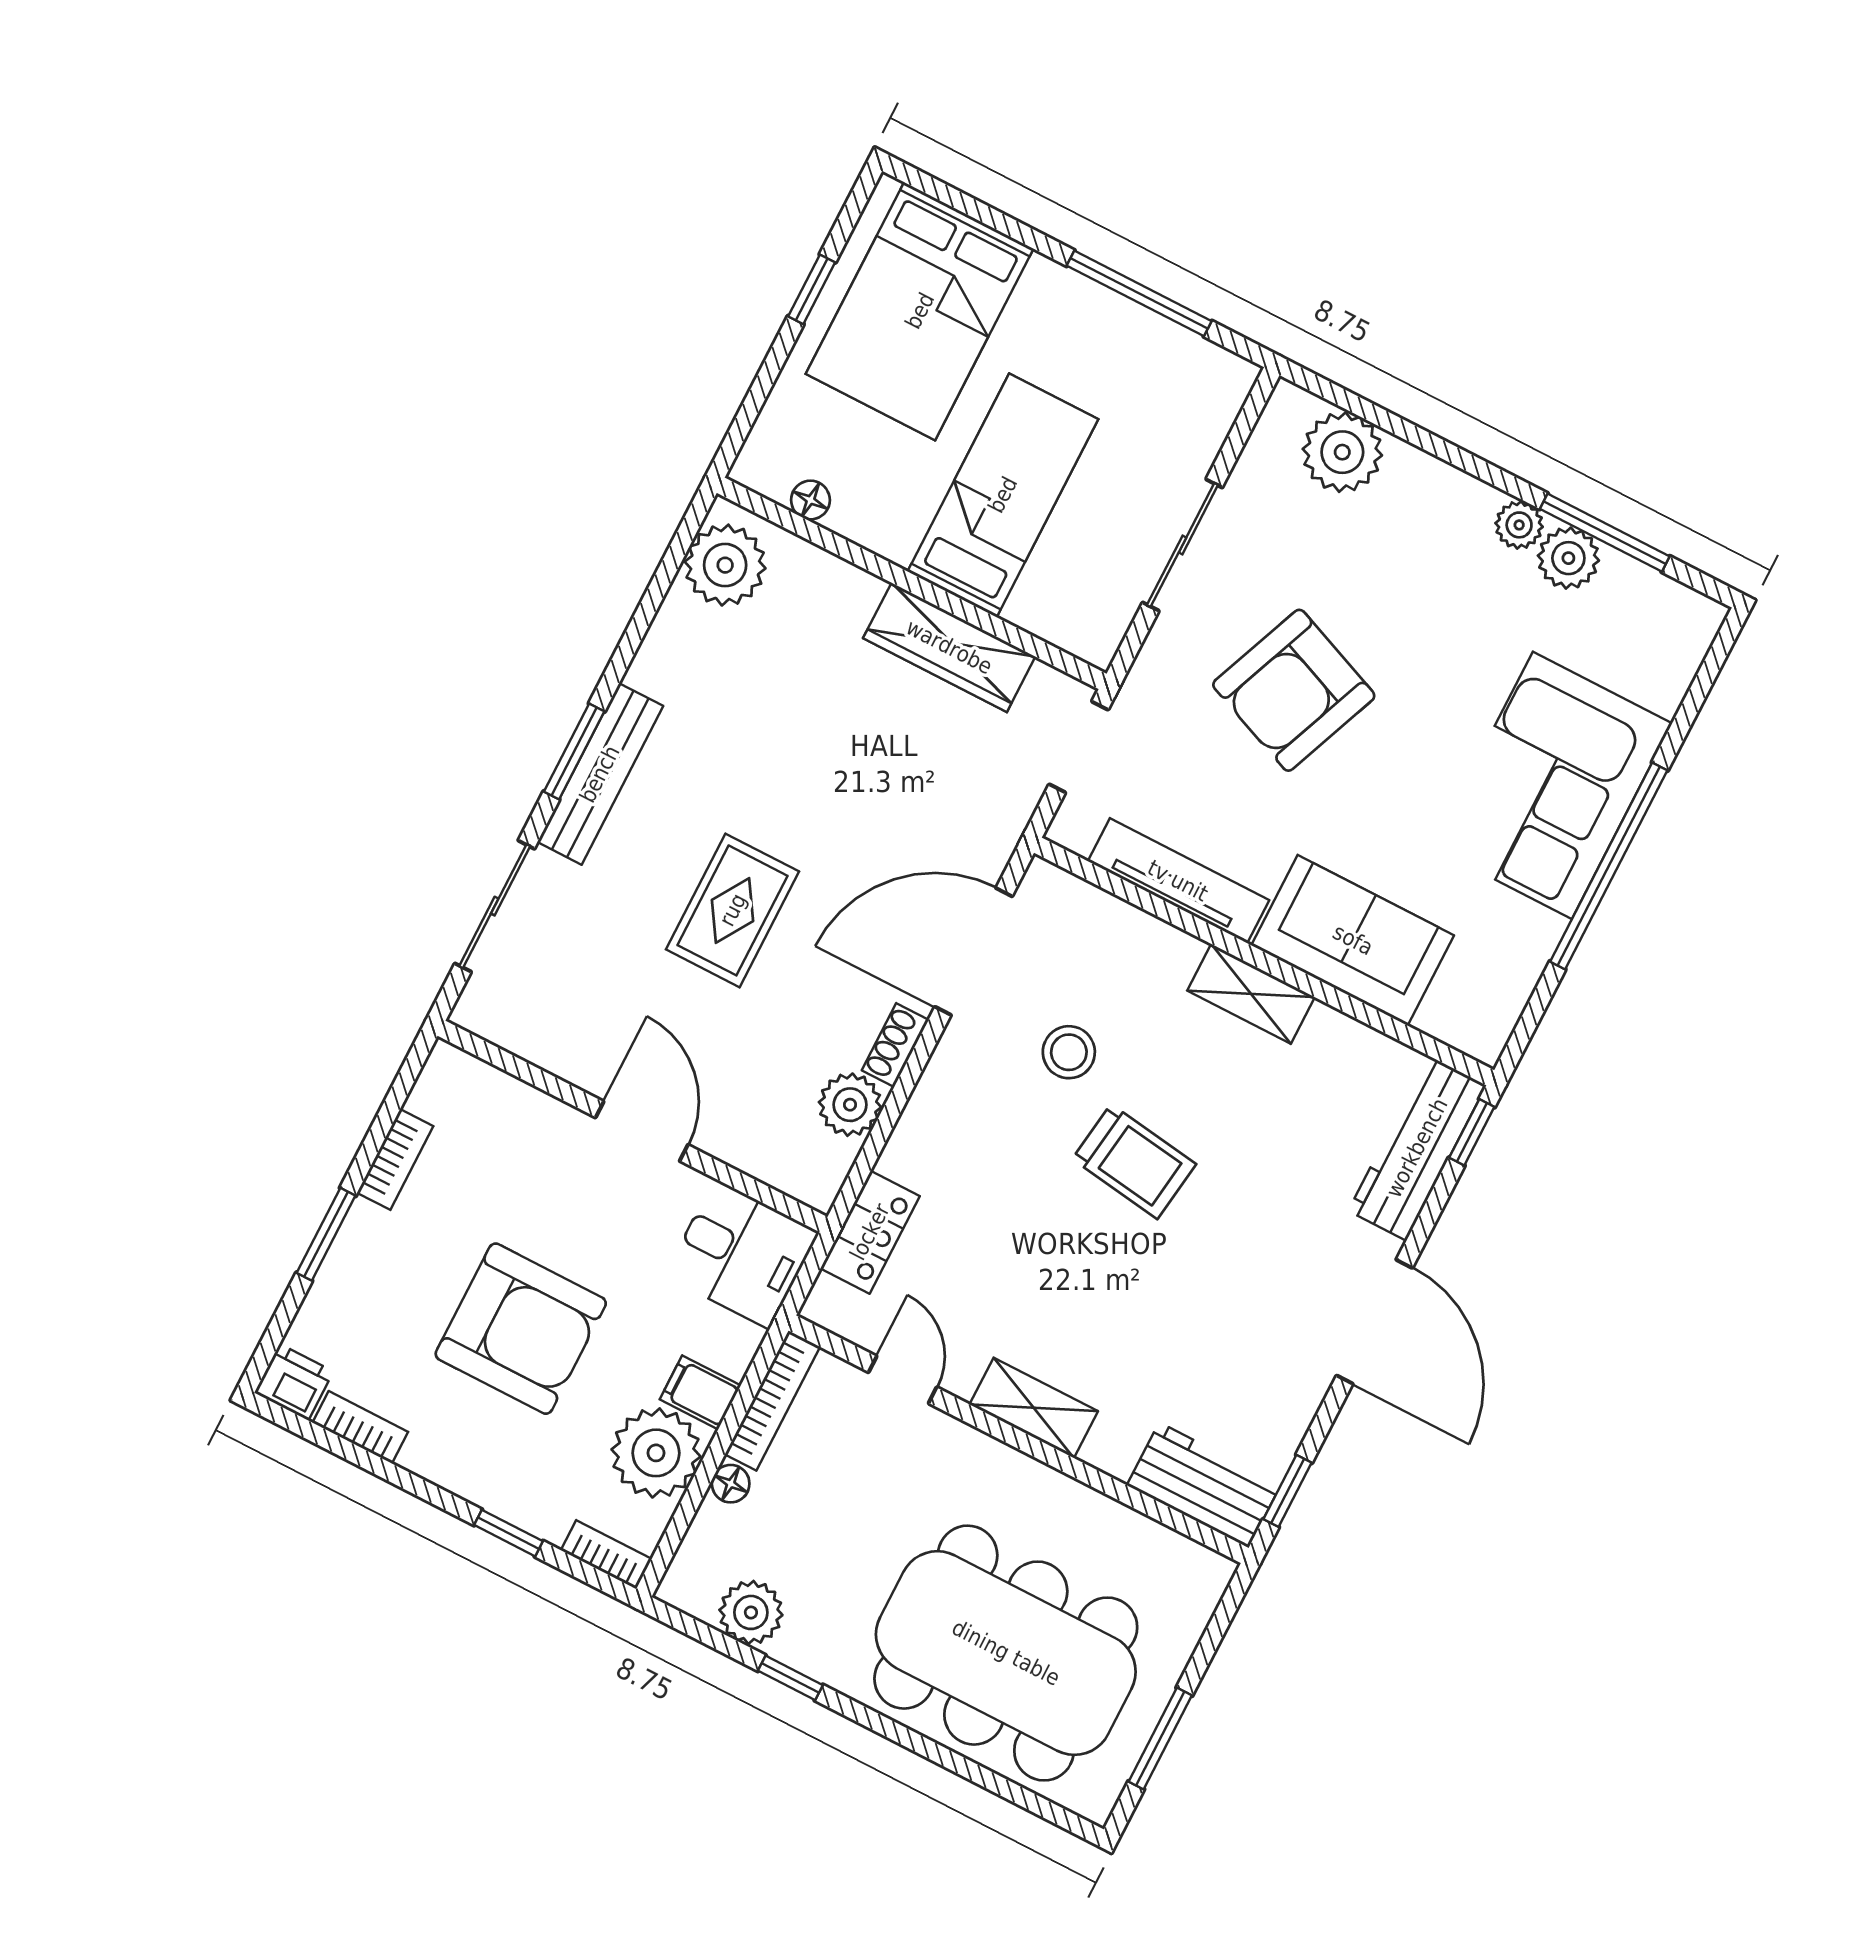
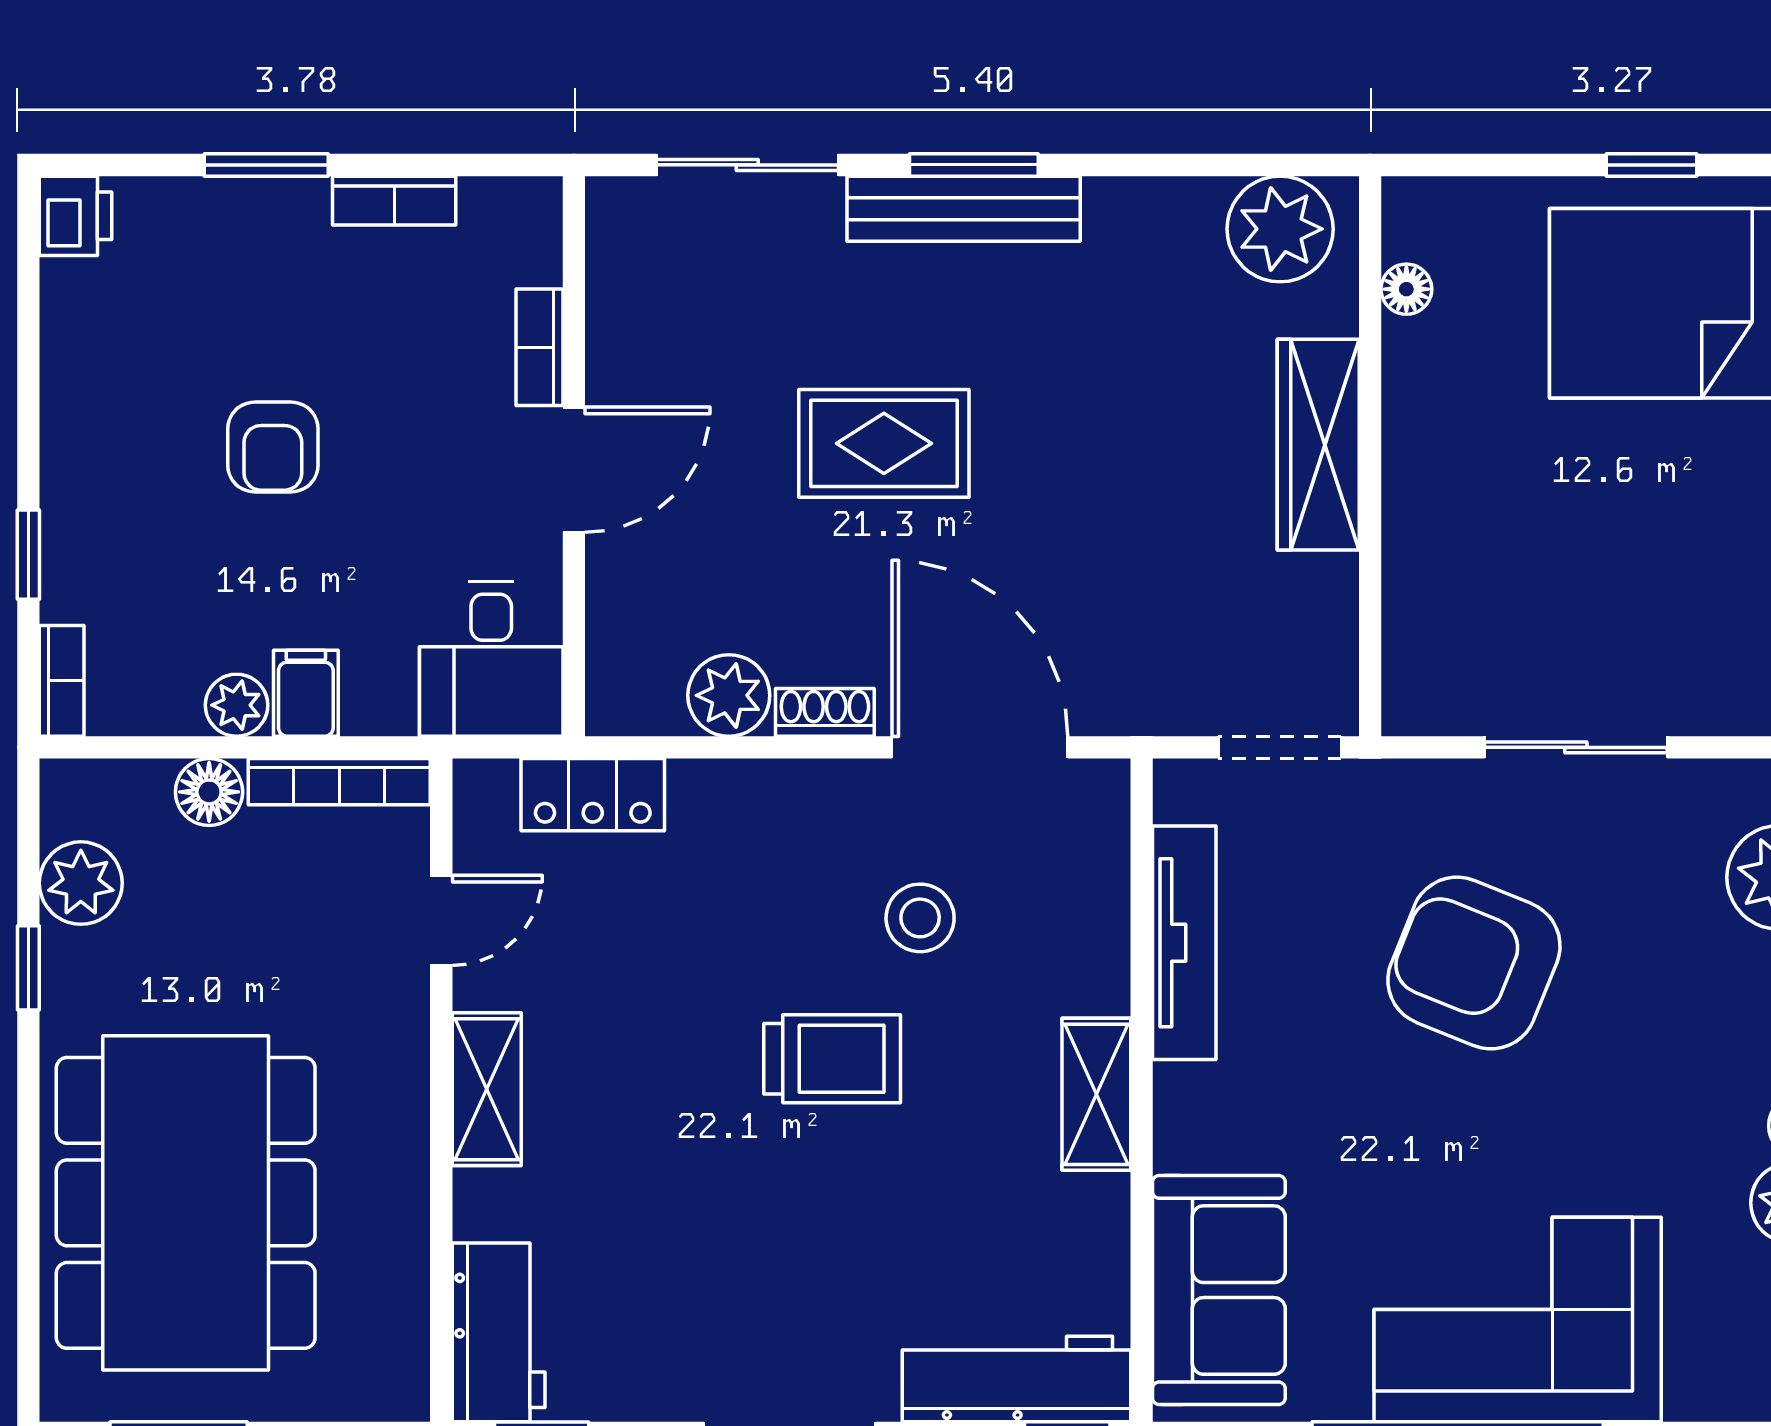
bed: (1003, 495) -> (1526, 510), removed
wardrobe: (949, 647) -> (1318, 445), moved
sofa: (1353, 940) -> (1219, 1290), moved
trolley: (1134, 1162) -> (832, 1059), turned -98
armchair: (521, 1329) -> (273, 447), width x0.53, depth x0.53
bookcase: (360, 1427) -> (540, 347), moved, turned 180
plant: (656, 1453) -> (237, 705), width x0.53, depth x0.53
floor lamp: (731, 1484) -> (209, 792), width x1.37, depth x1.37

